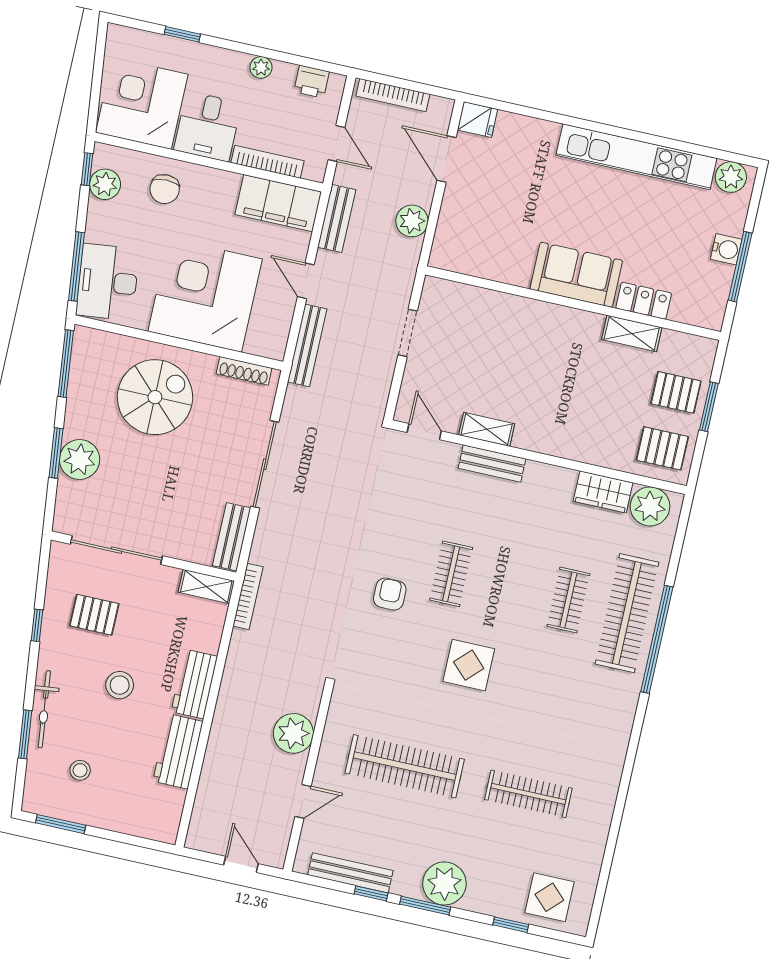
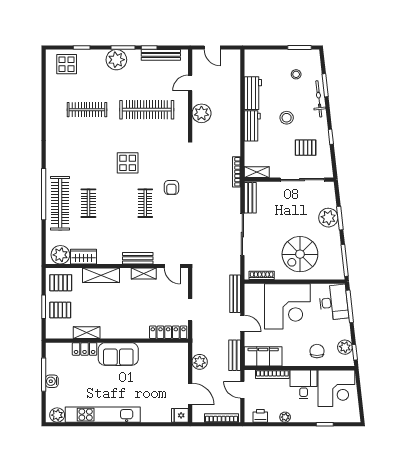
locker: (463, 297) -> (168, 332), added
shelving: (576, 445) -> (101, 275), added

